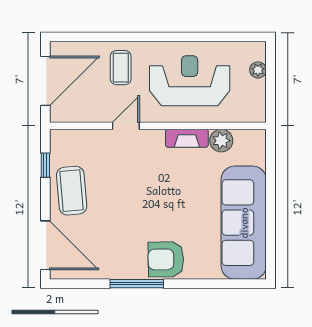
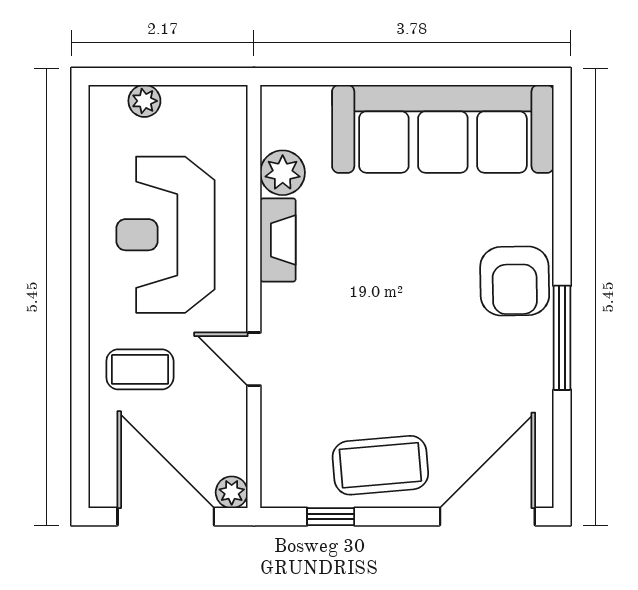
plant: (58, 115) -> (232, 492), added

